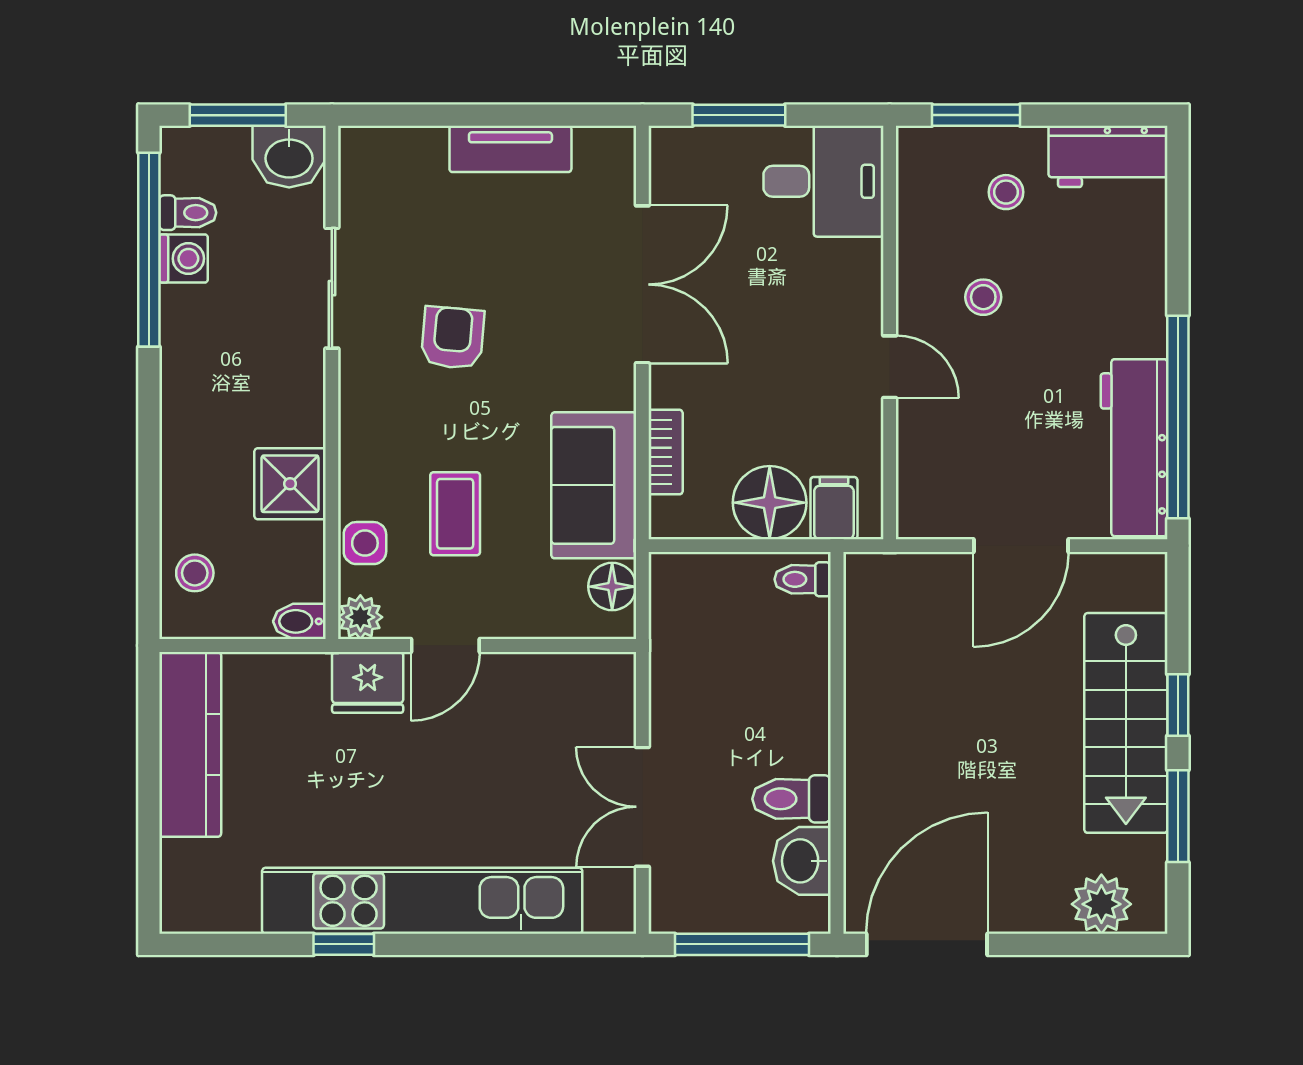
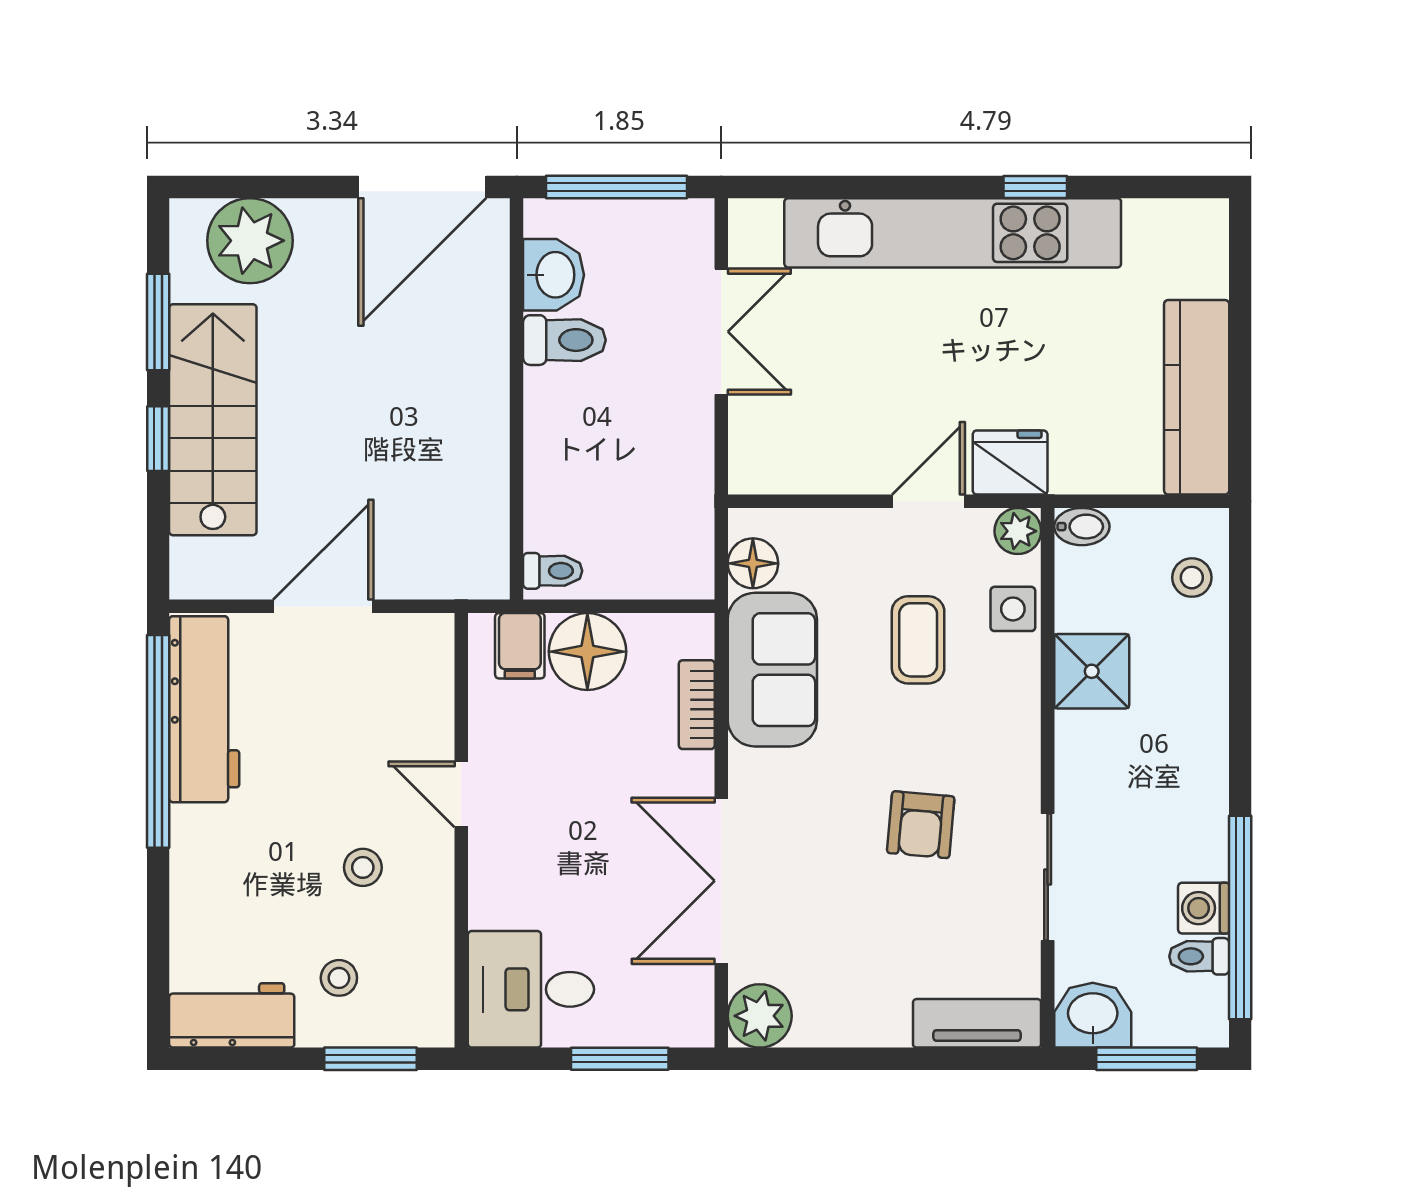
tv unit: (510, 149) -> (977, 1023), moved
plant: (606, 156) -> (760, 1016), added
plant: (1101, 904) -> (250, 241), width x1.36, depth x1.36

